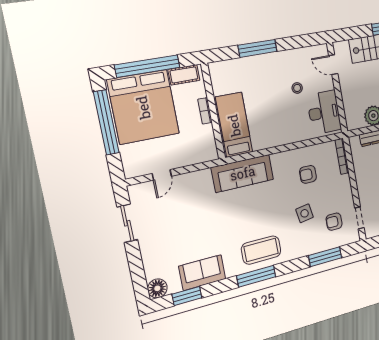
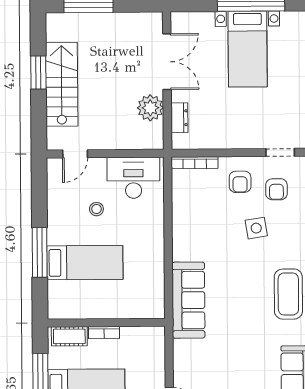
cot: (184, 75) -> (69, 336), moved, turned 90
bed: (234, 125) -> (85, 263), moved, turned 180
armchair: (308, 174) -> (240, 182), moved

